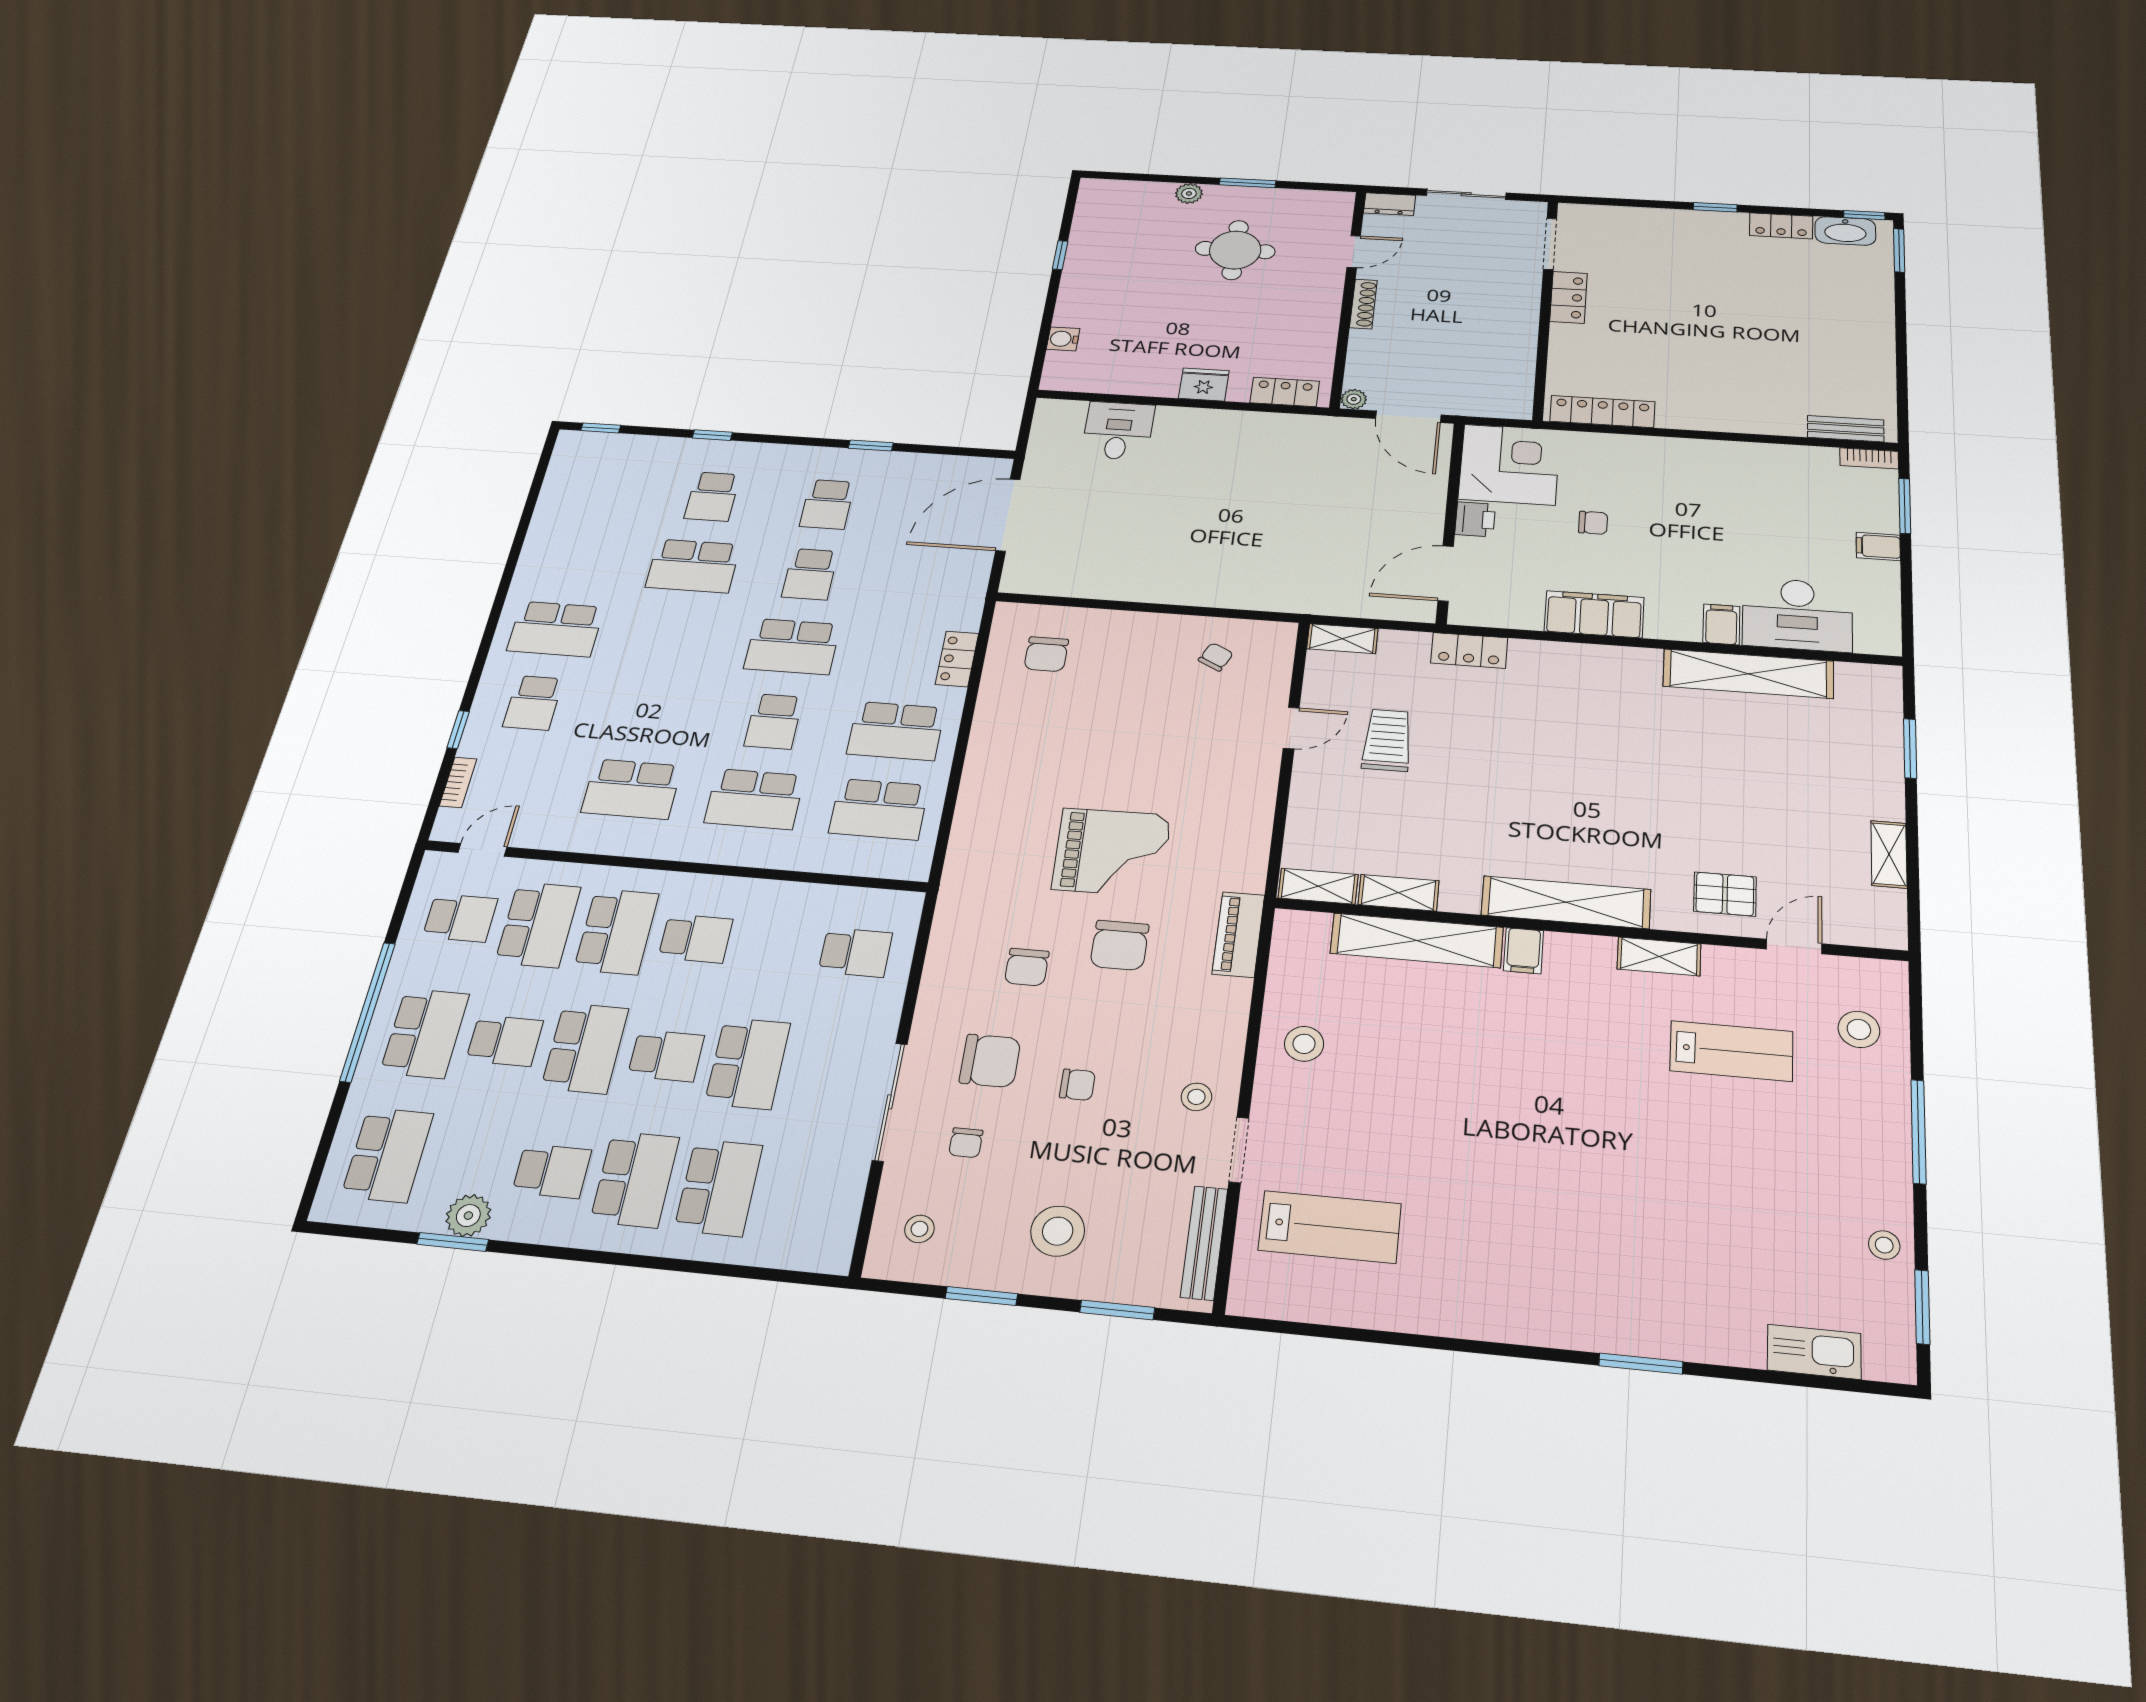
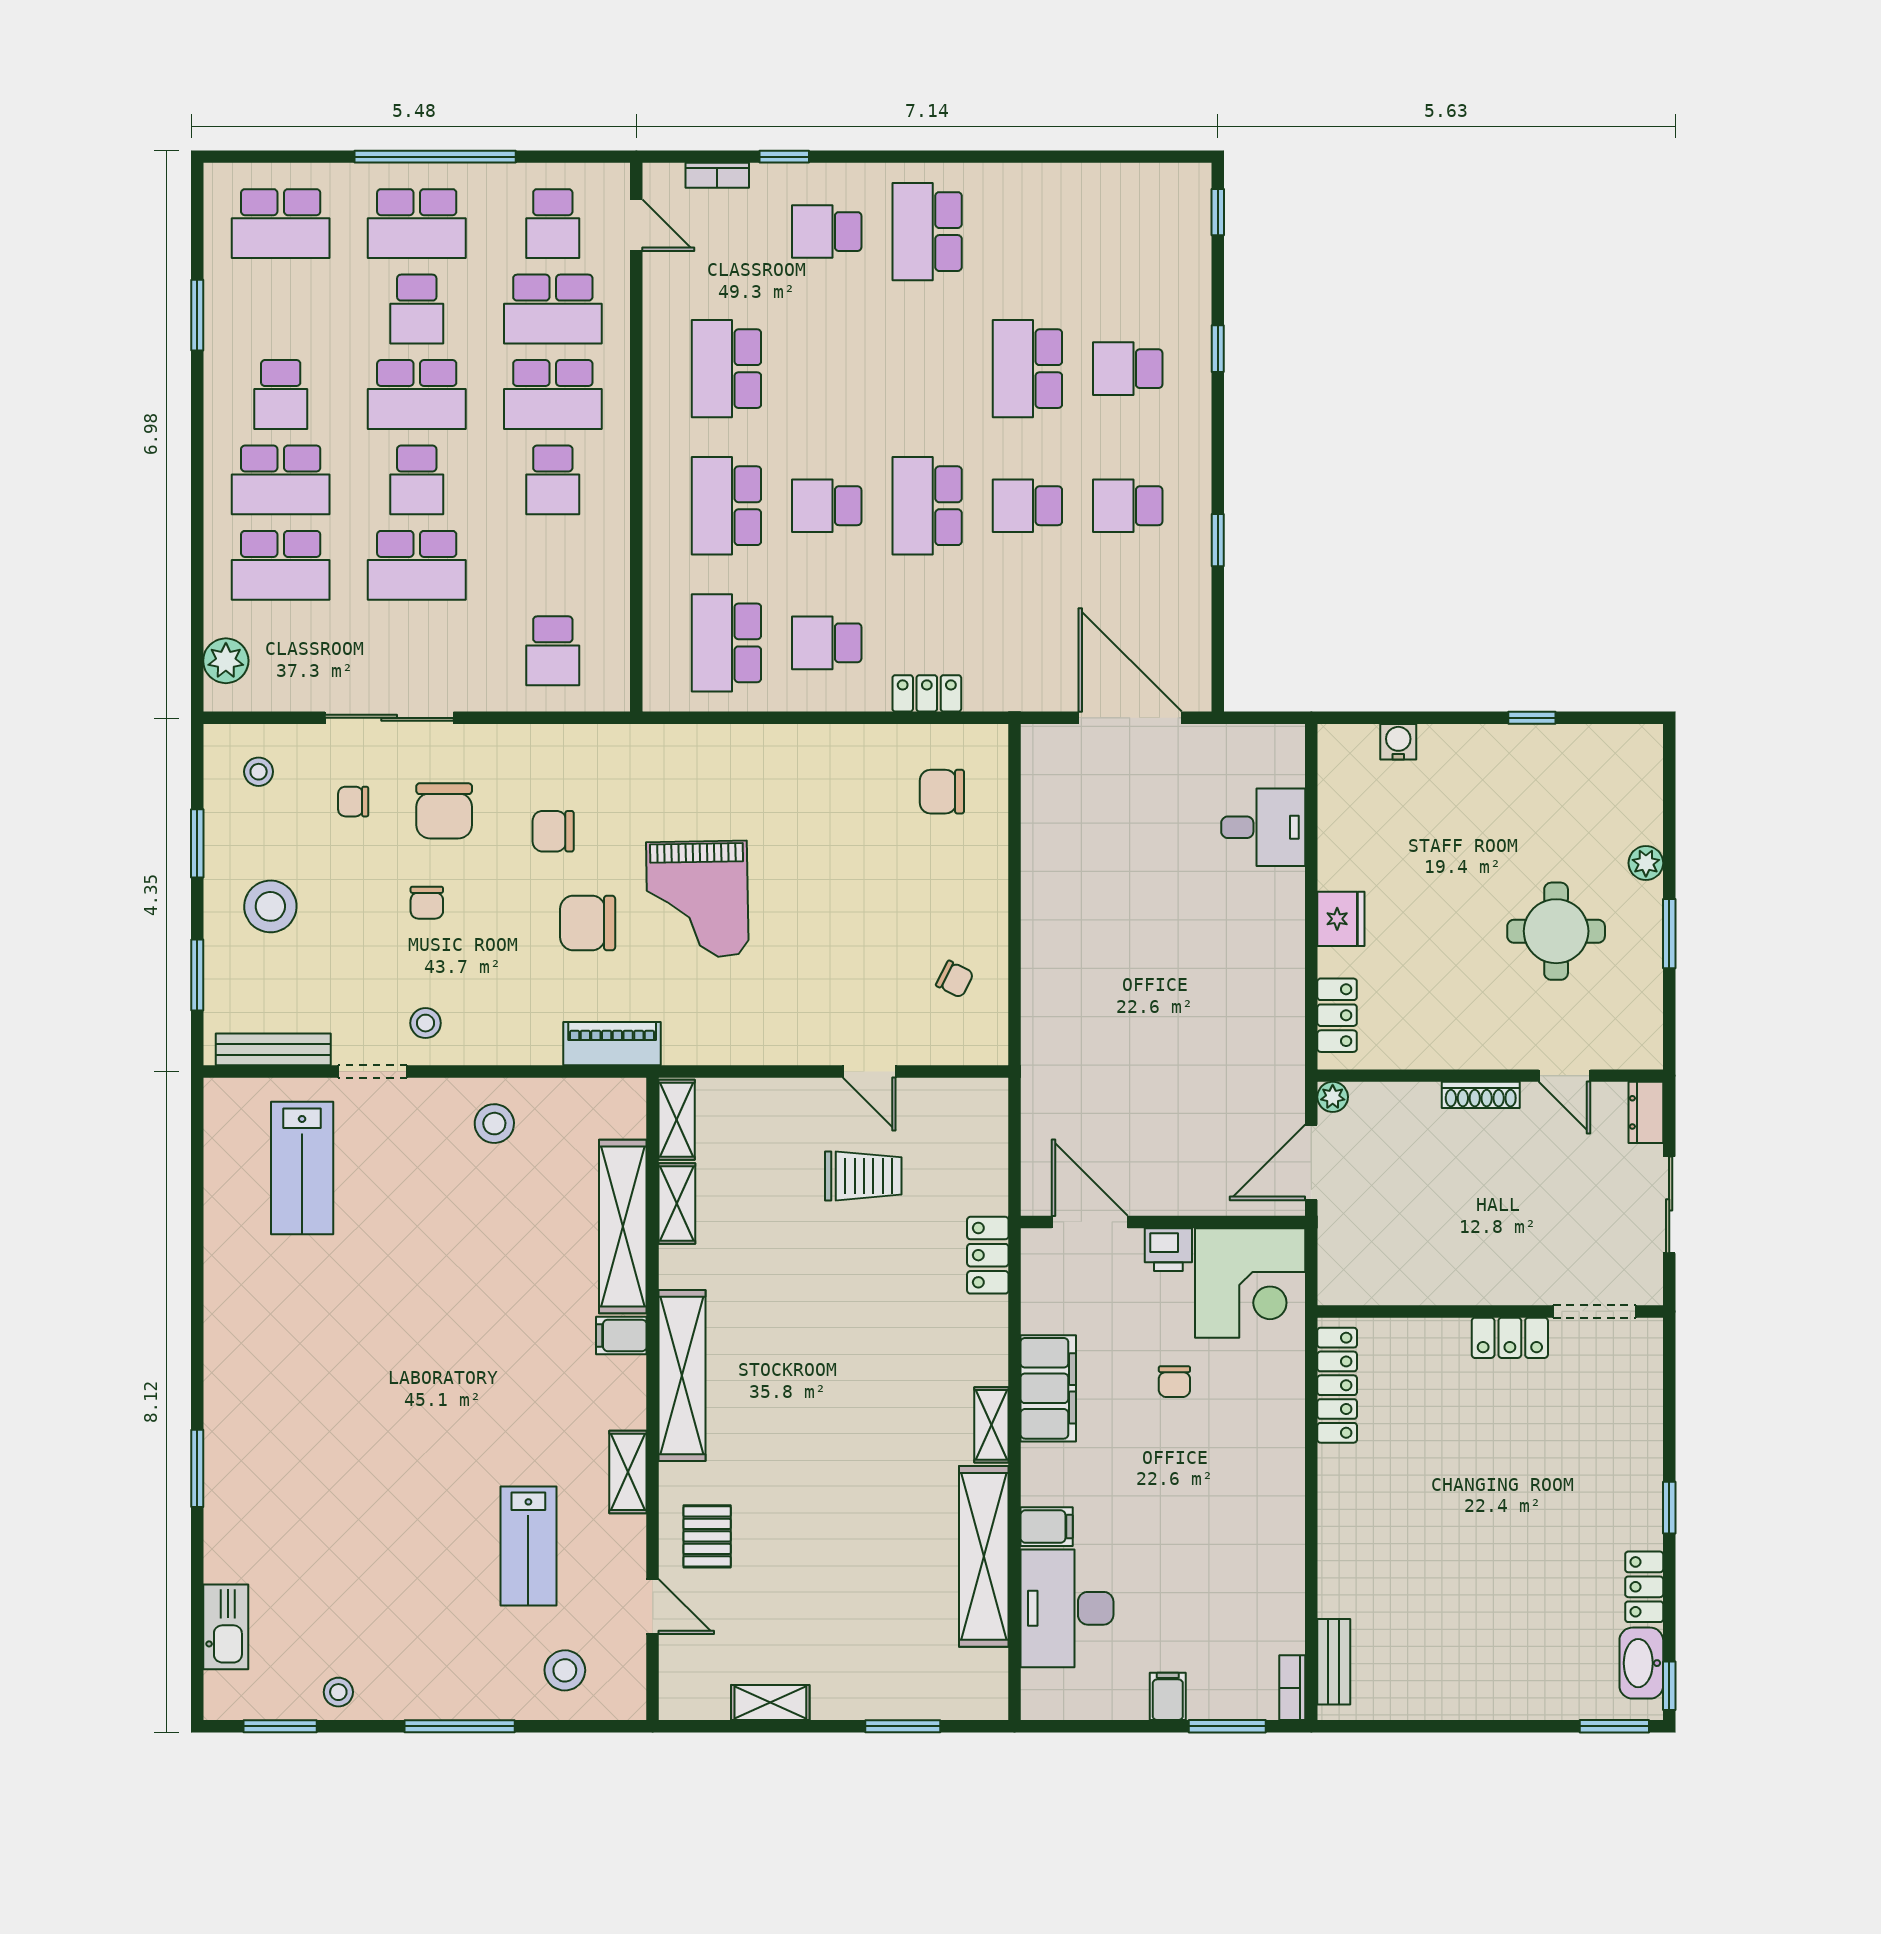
shelving: (1342, 639) -> (991, 1425), moved
school desk: (896, 731) -> (827, 643), width x0.54
plant: (468, 1216) -> (226, 661), moved

